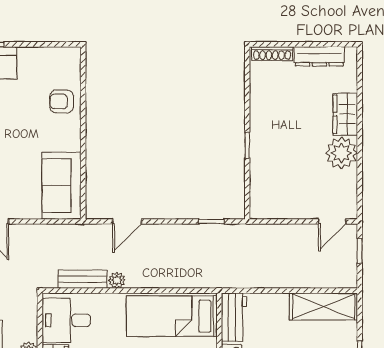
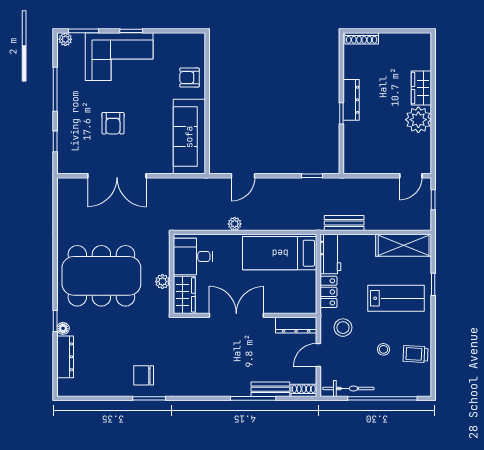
dresser: (319, 56) -> (351, 100), moved, turned -90
sofa: (61, 186) -> (189, 137), width x1.36
bench: (83, 279) -> (344, 223), moved

